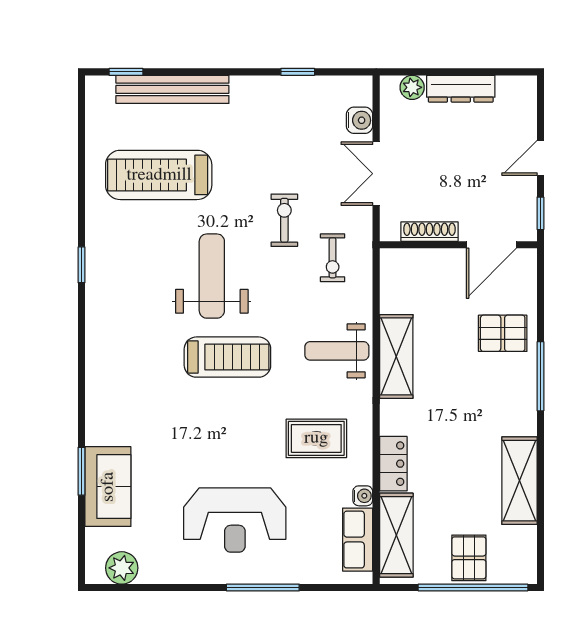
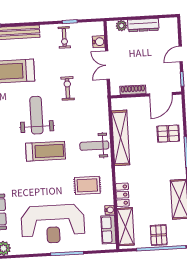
exercise bike: (333, 258) -> (64, 37), moved
shelving: (396, 356) -> (121, 138), width x1.47
reception desk: (235, 520) -> (53, 224), width x1.36, depth x1.30

